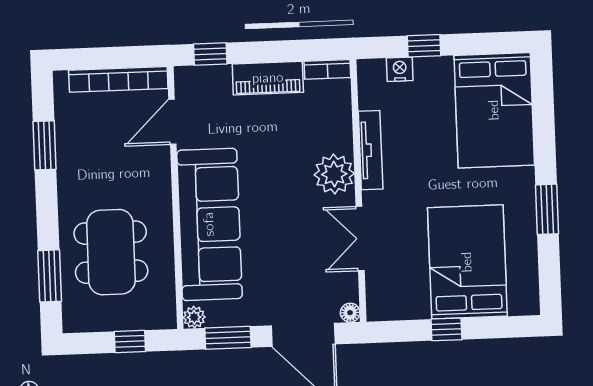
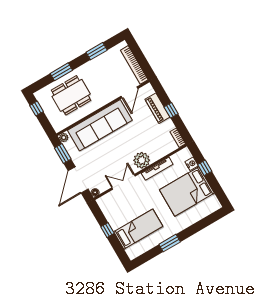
window: (210, 54) -> (171, 110), moved
piano: (268, 78) -> (157, 108), moved
bed: (494, 110) -> (187, 191), moved
door: (172, 122) -> (129, 92), swing flipped
bed: (467, 262) -> (138, 229), width x0.67
window: (50, 276) -> (61, 72), moved
window: (130, 342) -> (36, 108), moved

